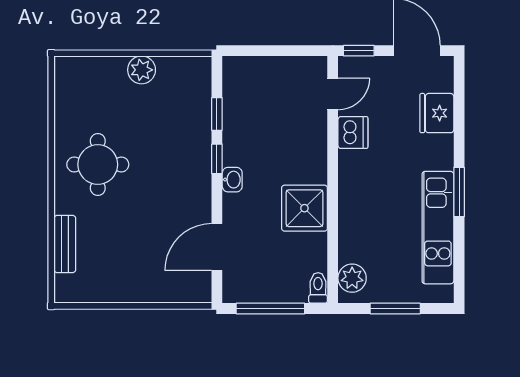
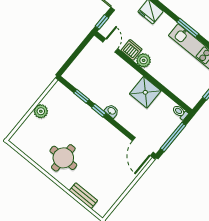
door: (217, 247) -> (143, 146), moved
plant: (352, 278) -> (144, 60), moved

